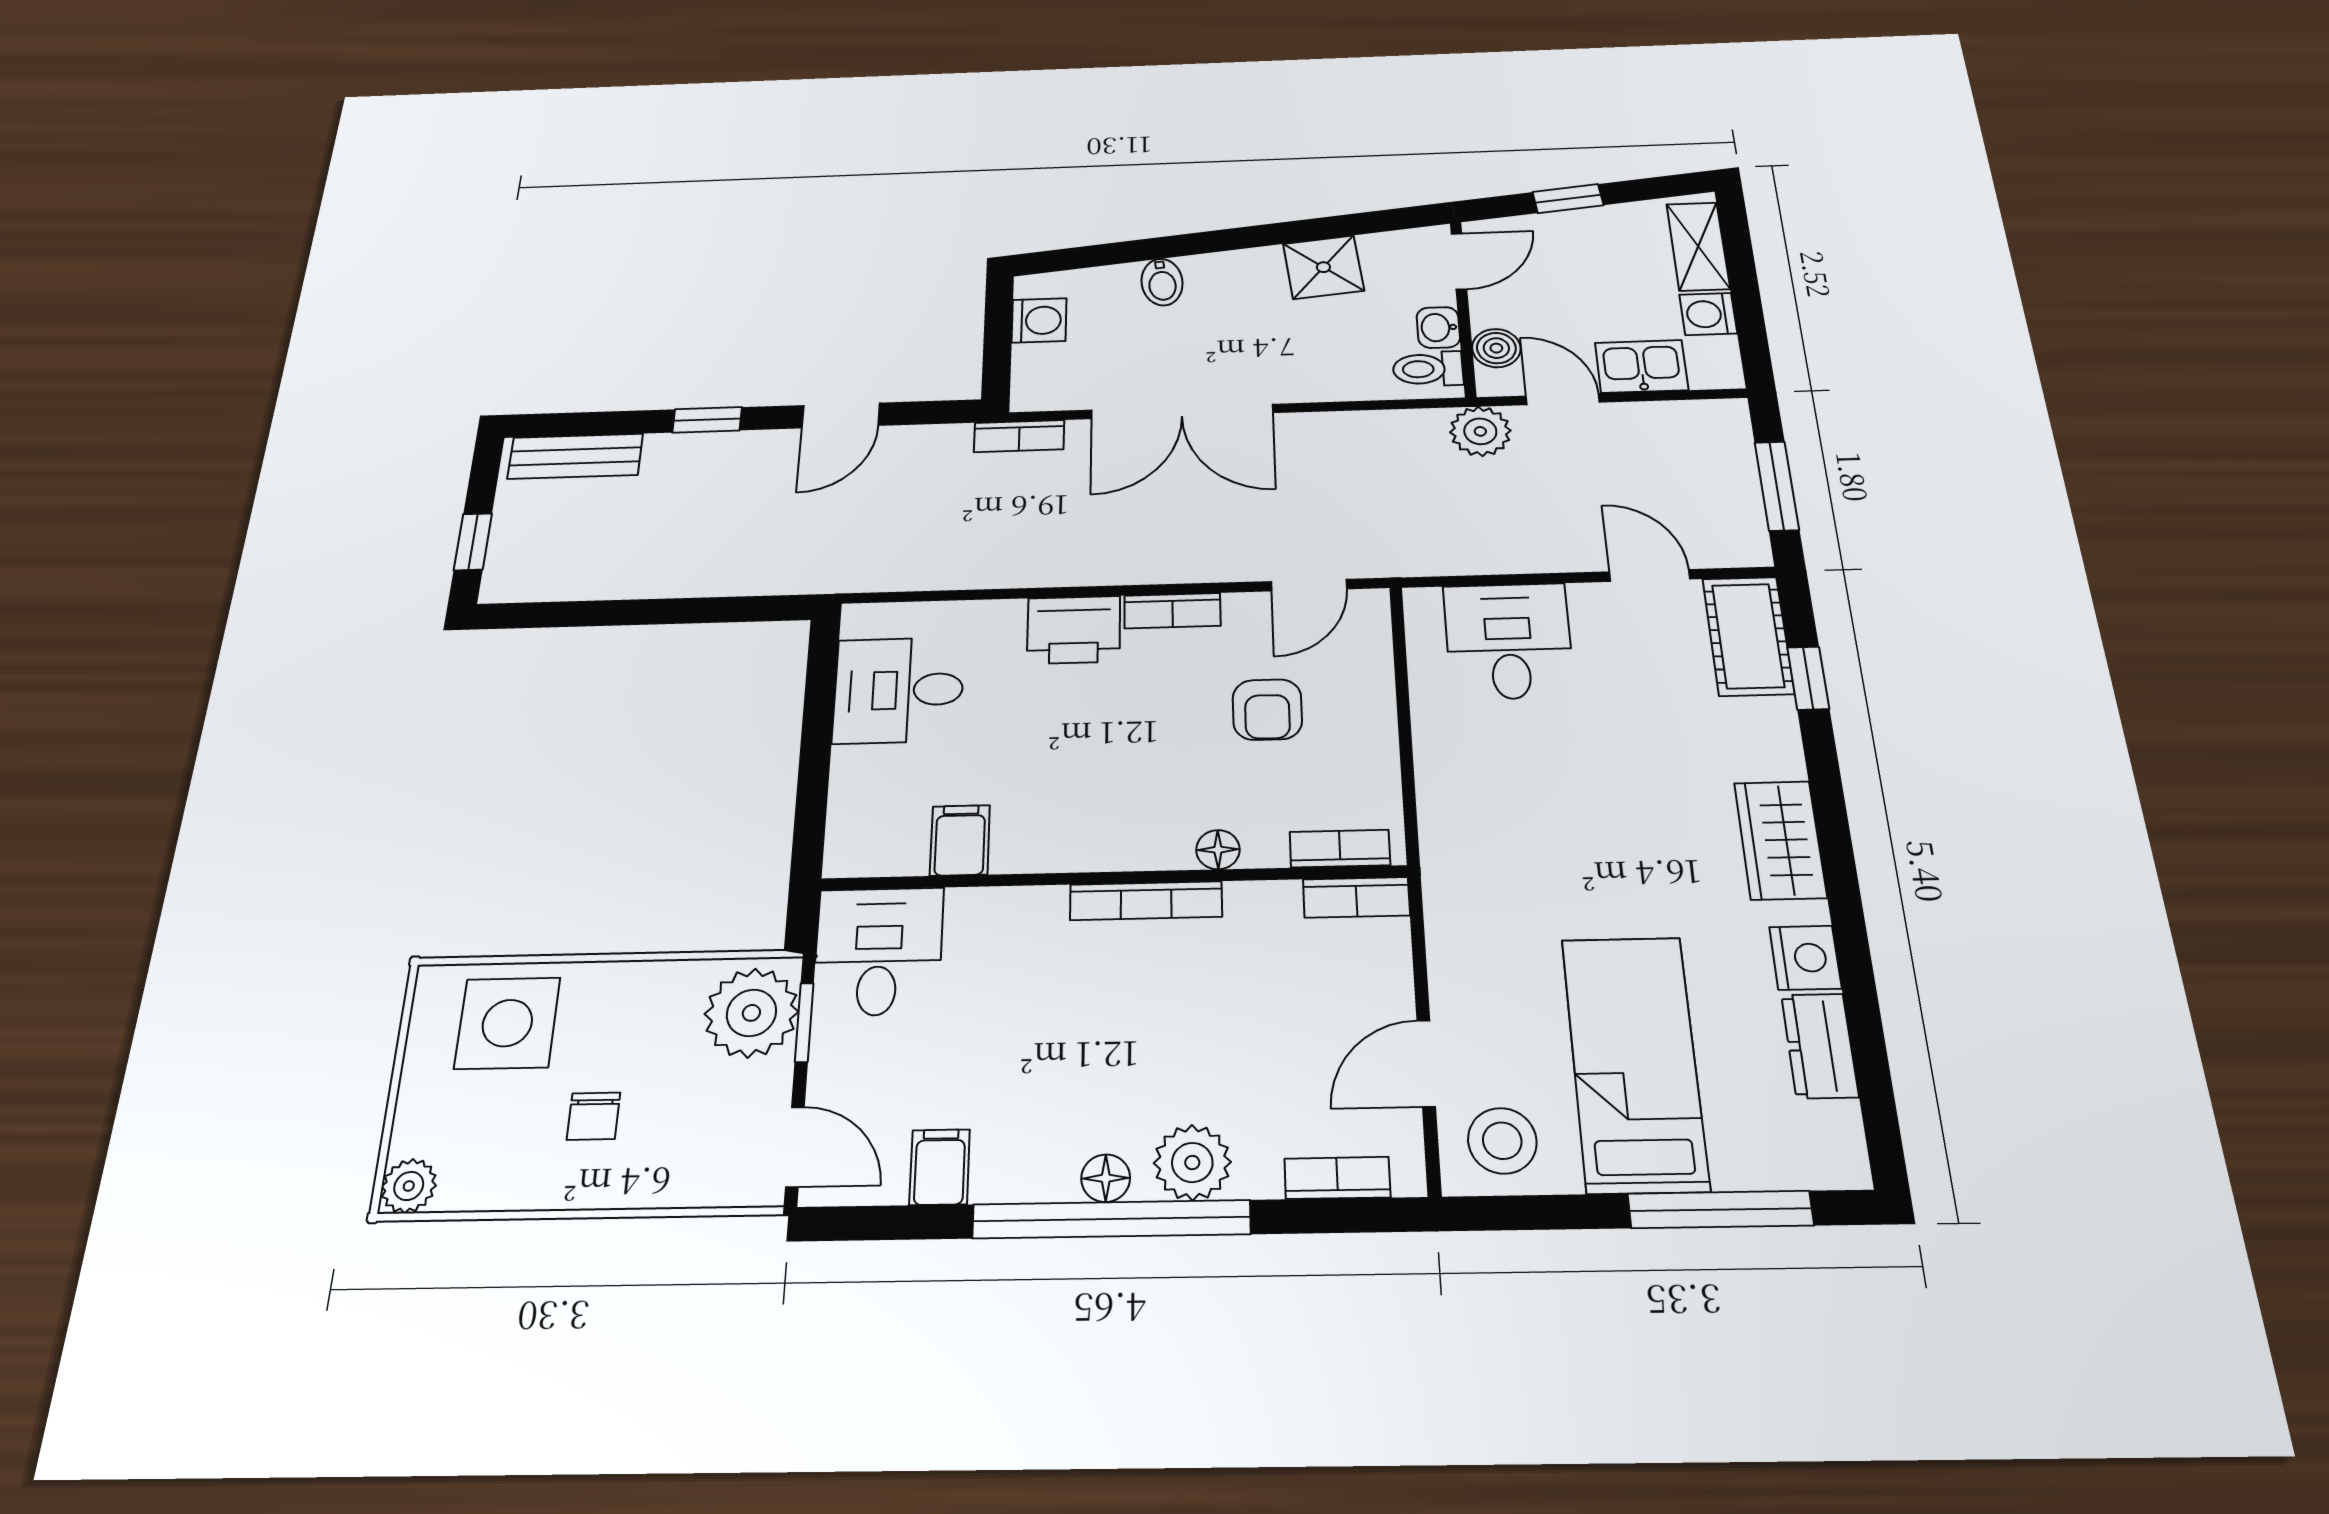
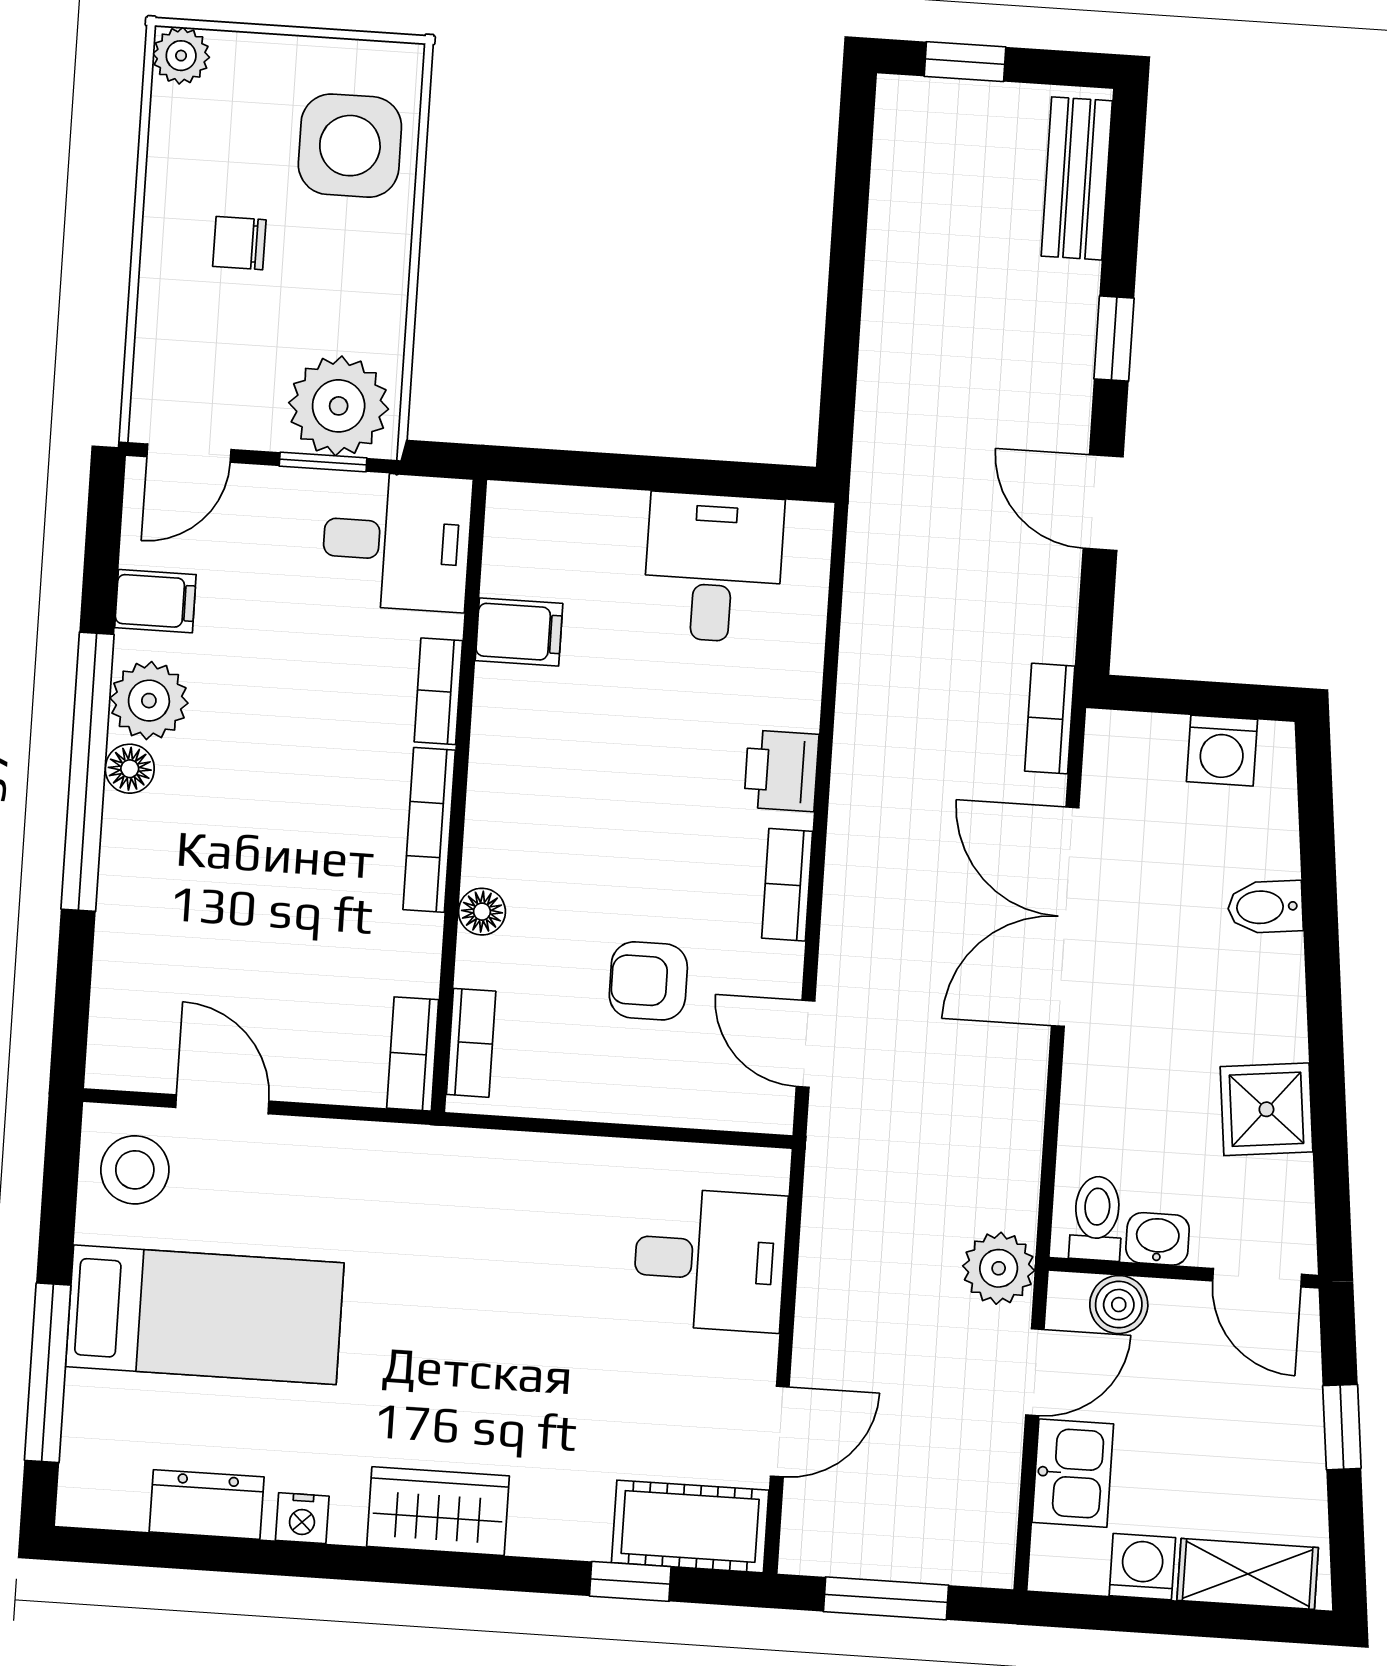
printer: (1074, 630) -> (781, 771), width x0.73, depth x0.81
nightstand: (1805, 958) -> (302, 1518), width x0.72, depth x0.74
plant: (1192, 1163) -> (149, 701), moved
bookcase: (1337, 1178) -> (438, 691), moved, turned 180

